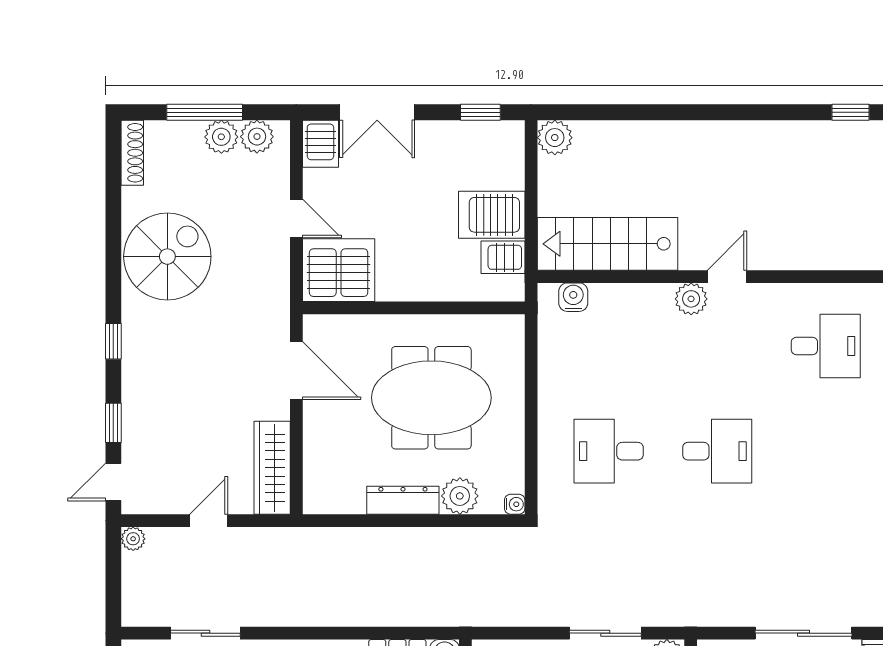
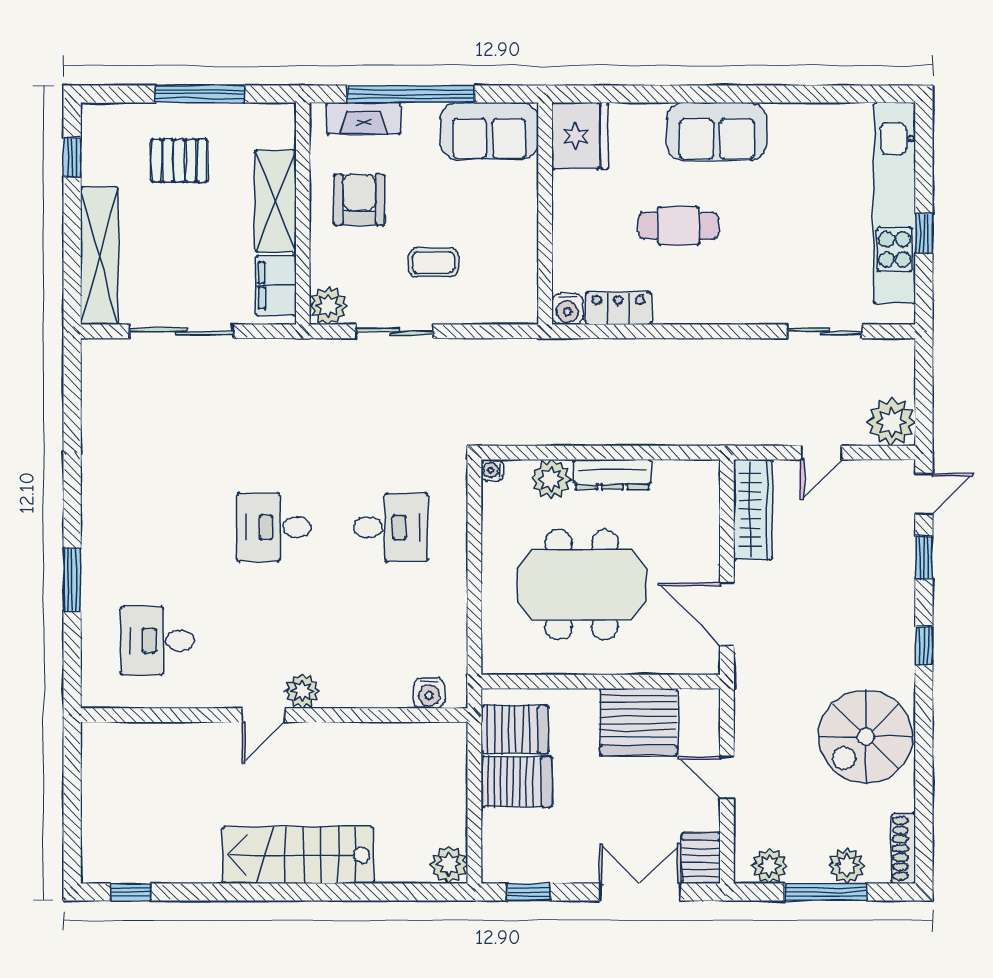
plant: (221, 137) -> (847, 866), moved
stairs: (608, 244) -> (298, 855), moved, turned 180
server rack: (503, 257) -> (515, 729), width x1.36, depth x1.44
server rack: (339, 270) -> (638, 722), moved
plant: (133, 539) -> (891, 422), width x1.88, depth x1.88

